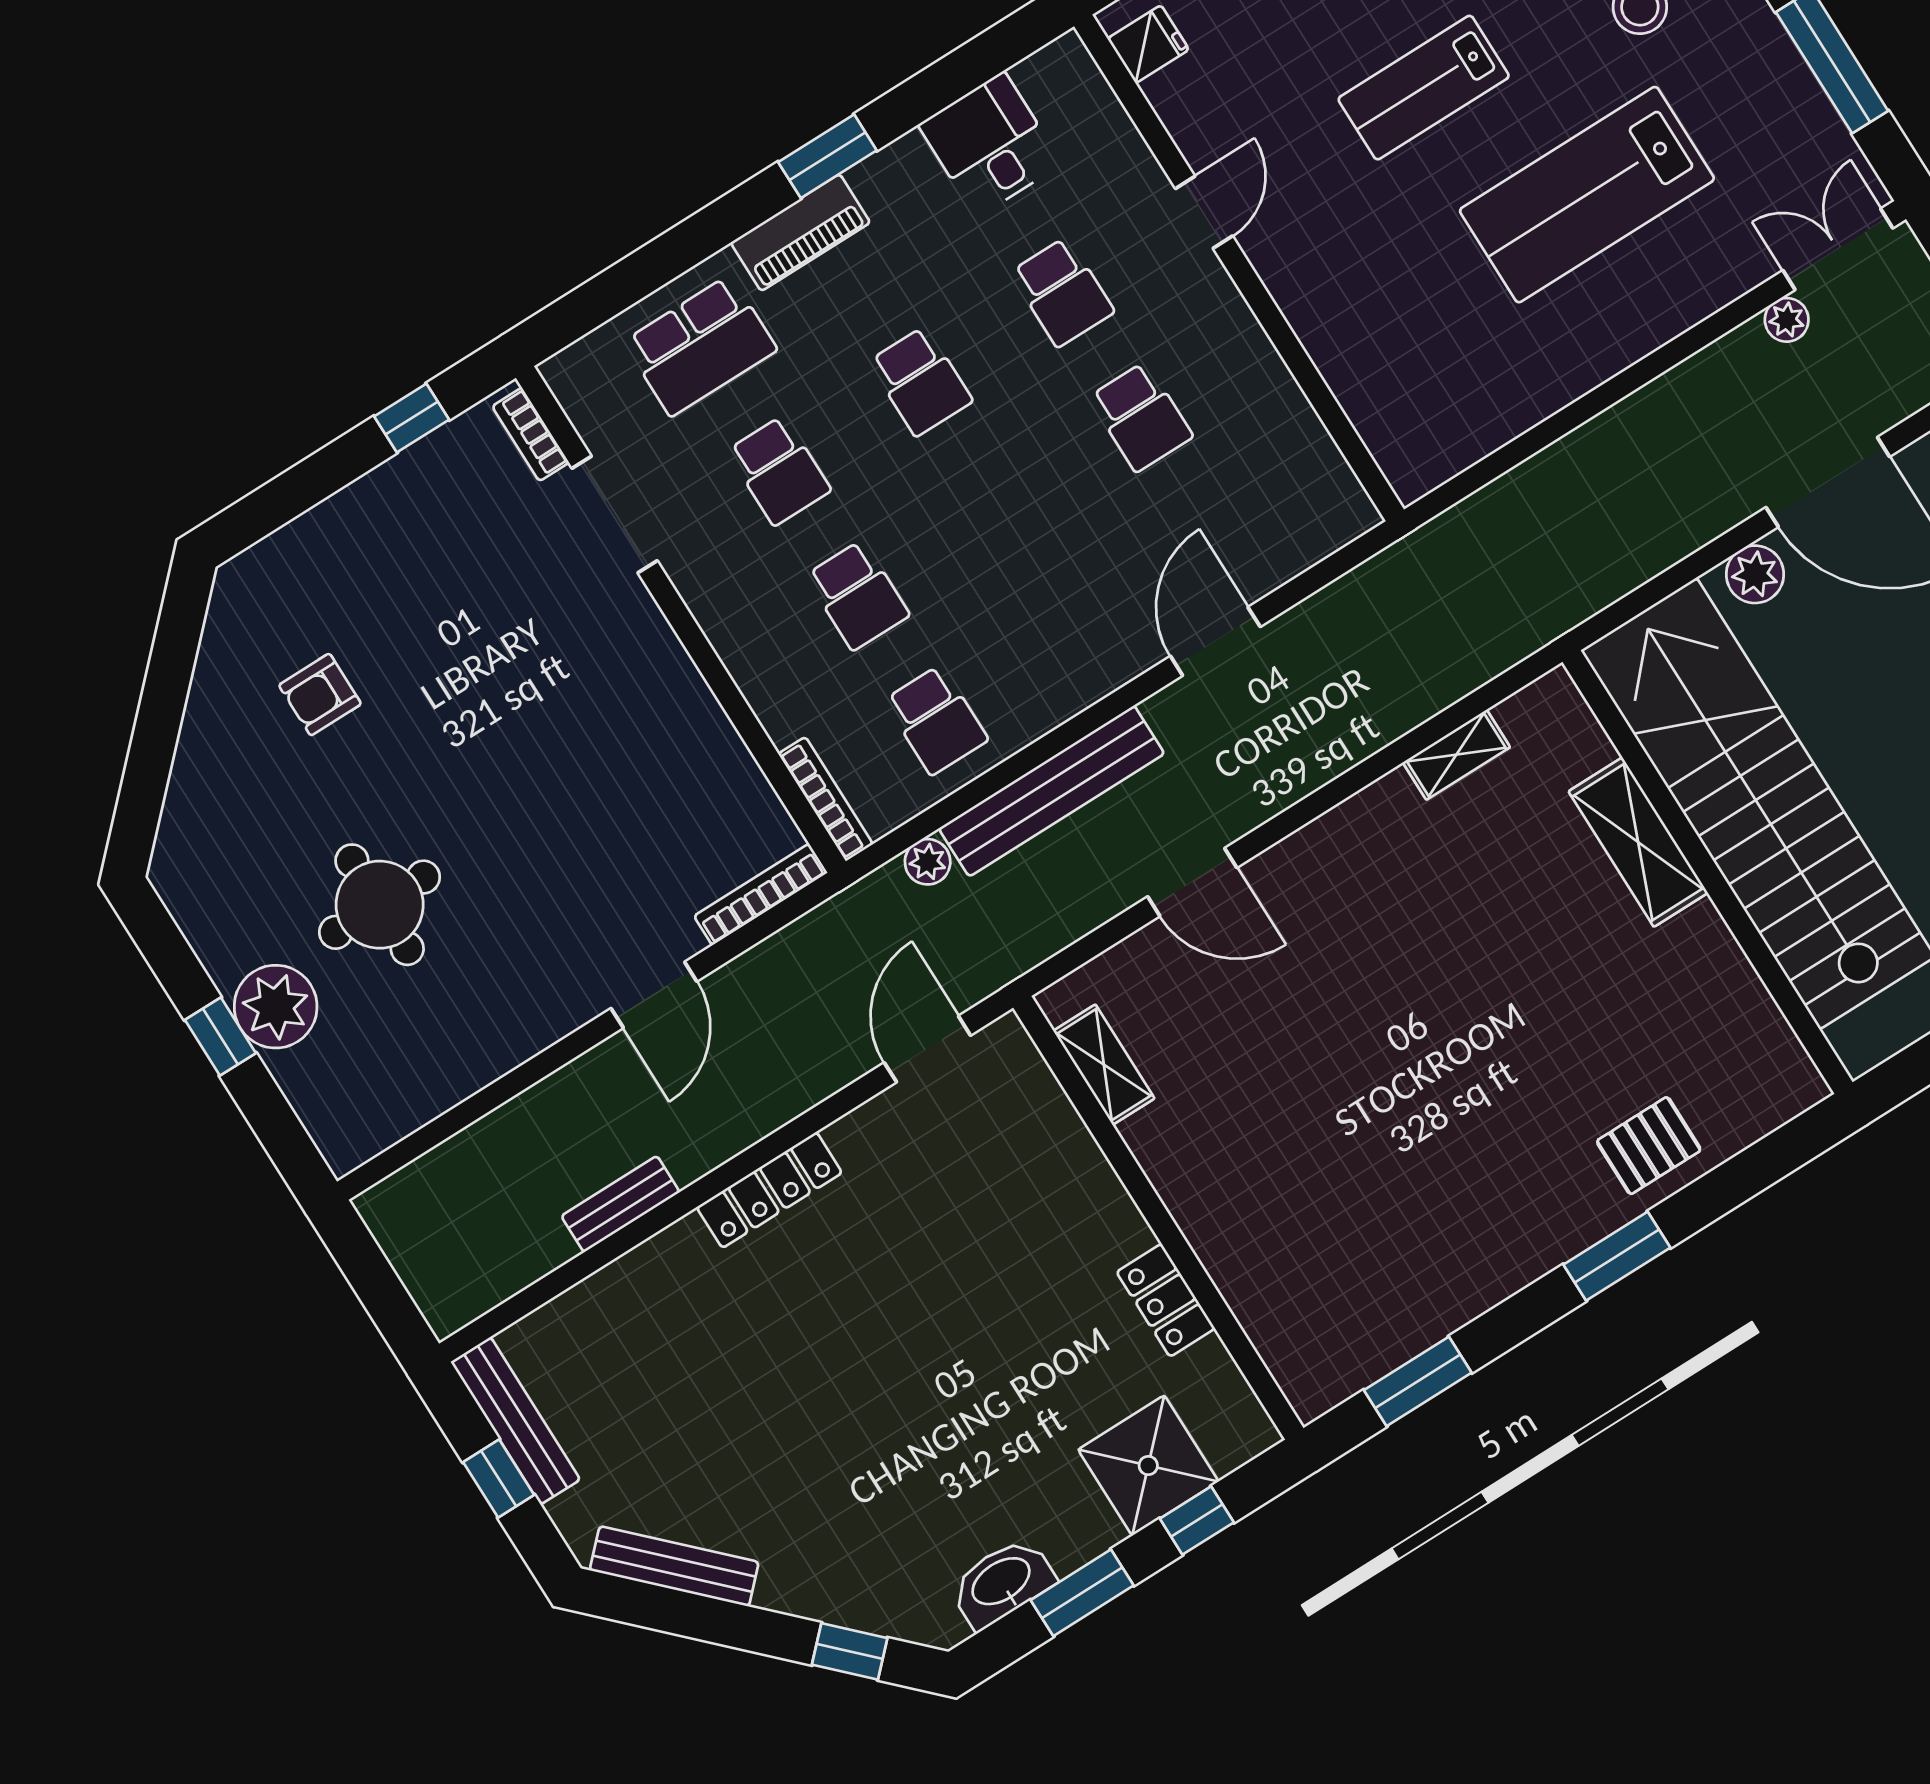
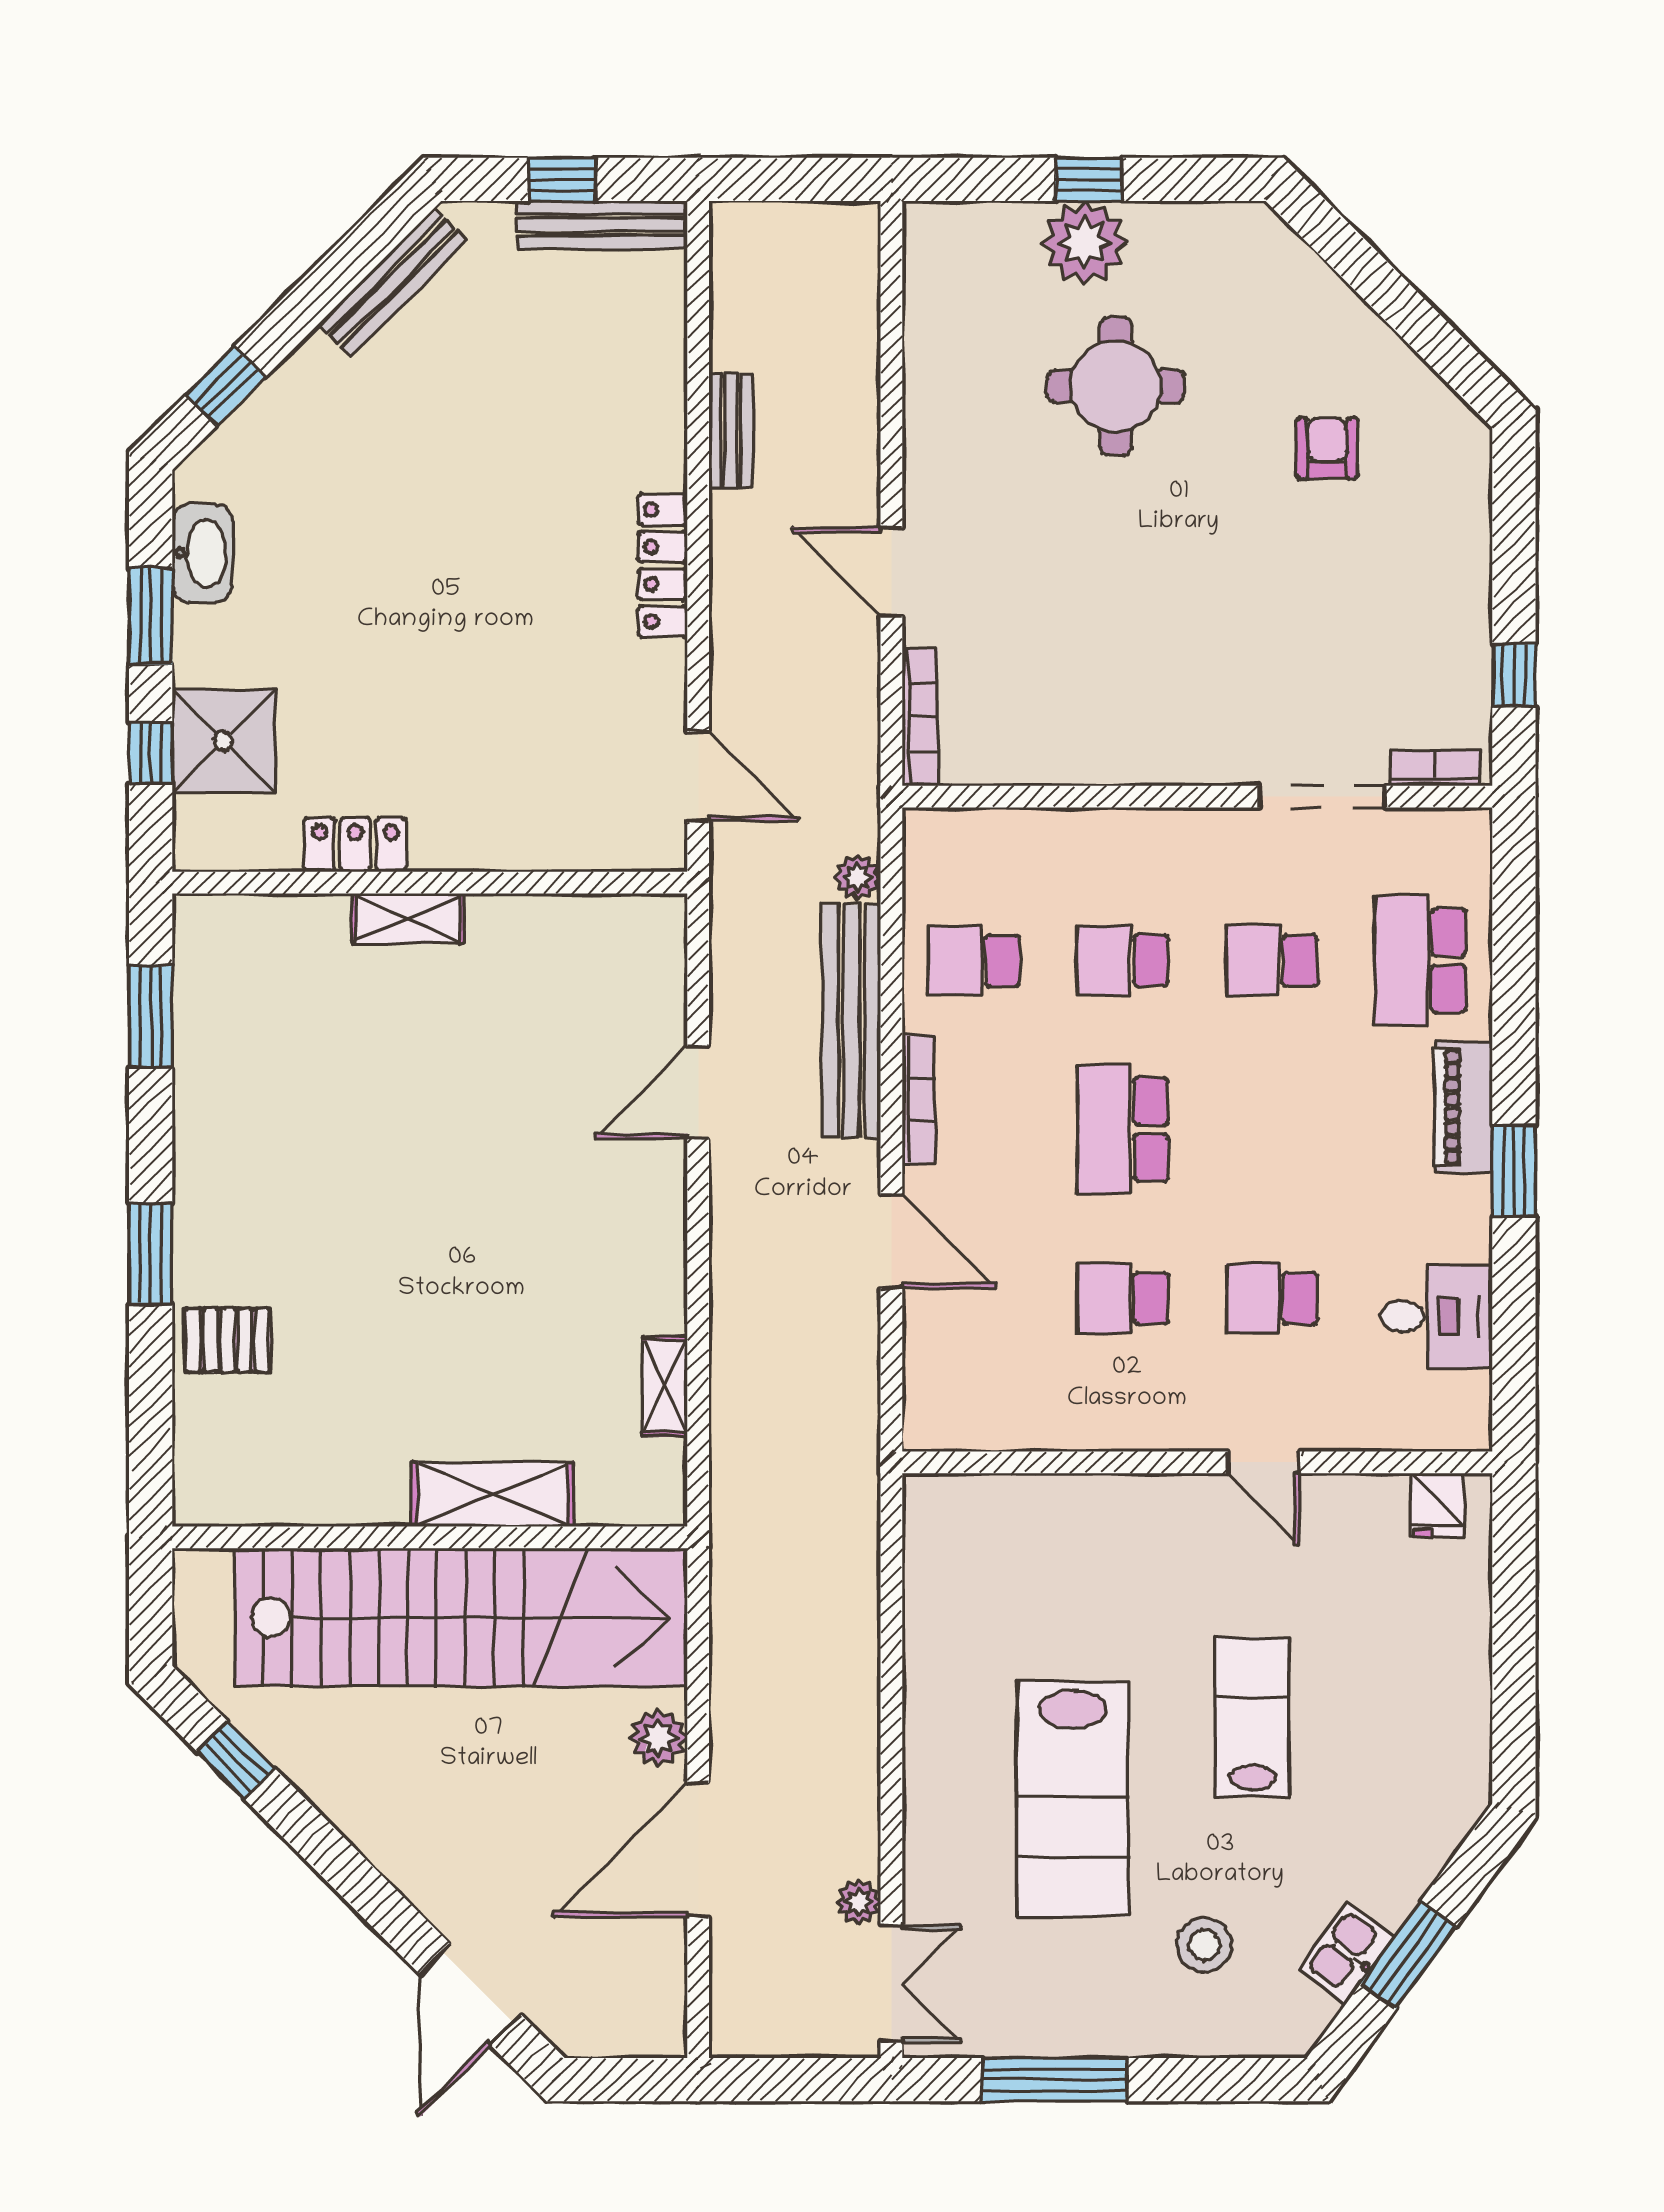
lab bench: (1587, 195) -> (1073, 1799), turned 180
school desk: (921, 381) -> (1123, 1129), moved, width x1.85
bookcase: (826, 799) -> (918, 1099), moved, turned -90
shelving: (1104, 1065) -> (408, 919), moved
pallet: (1649, 1146) -> (228, 1340), turned 90

